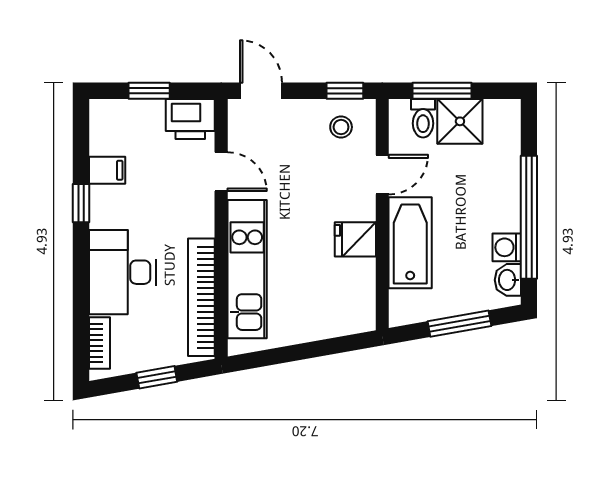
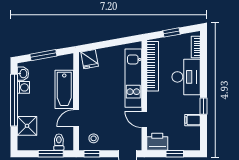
shower: (460, 121) -> (27, 126), moved
fridge: (355, 239) -> (90, 59), moved, turned 80

